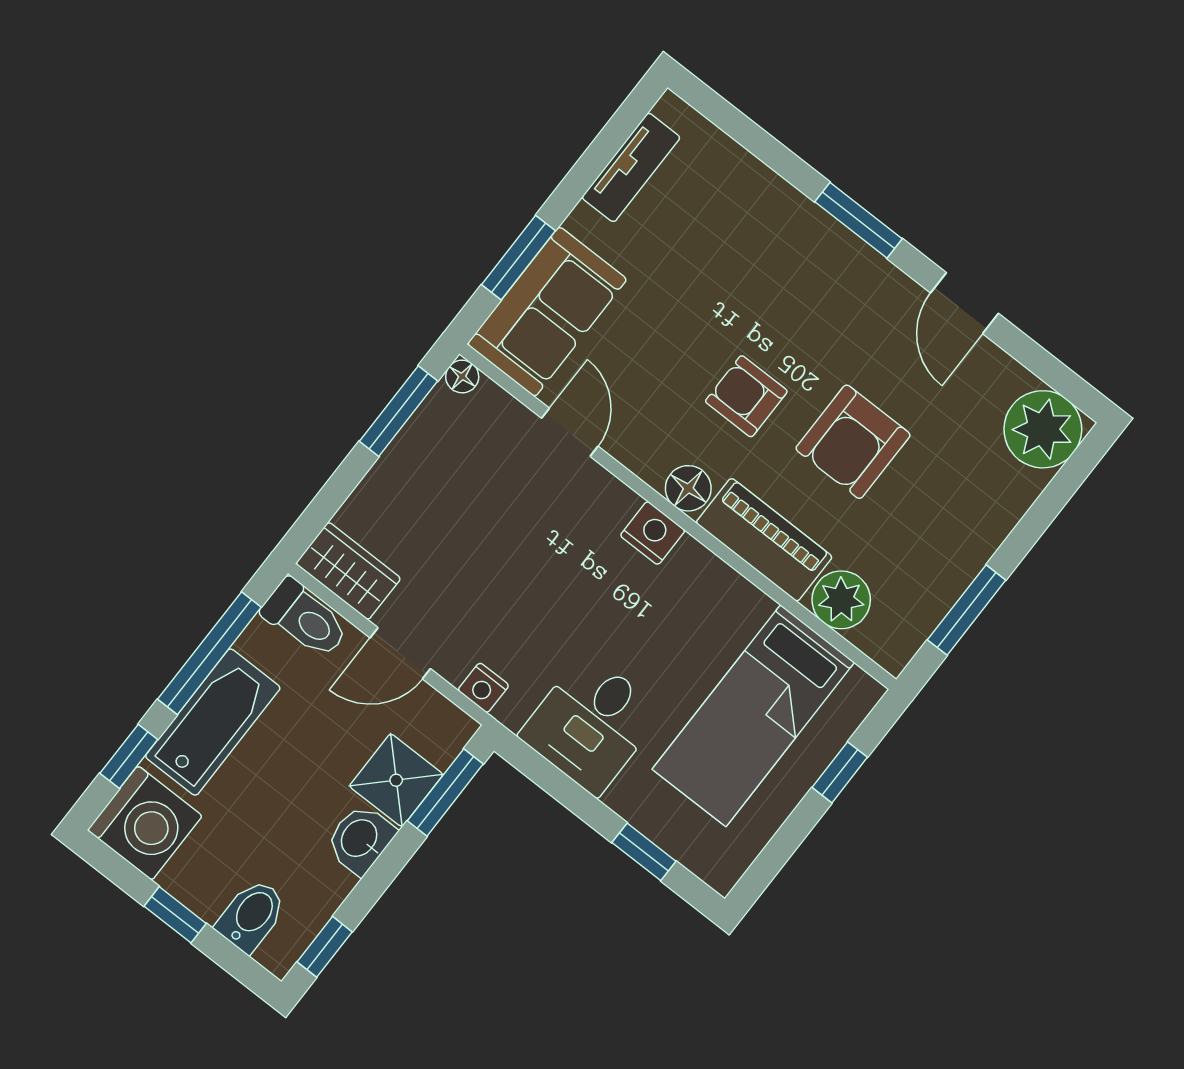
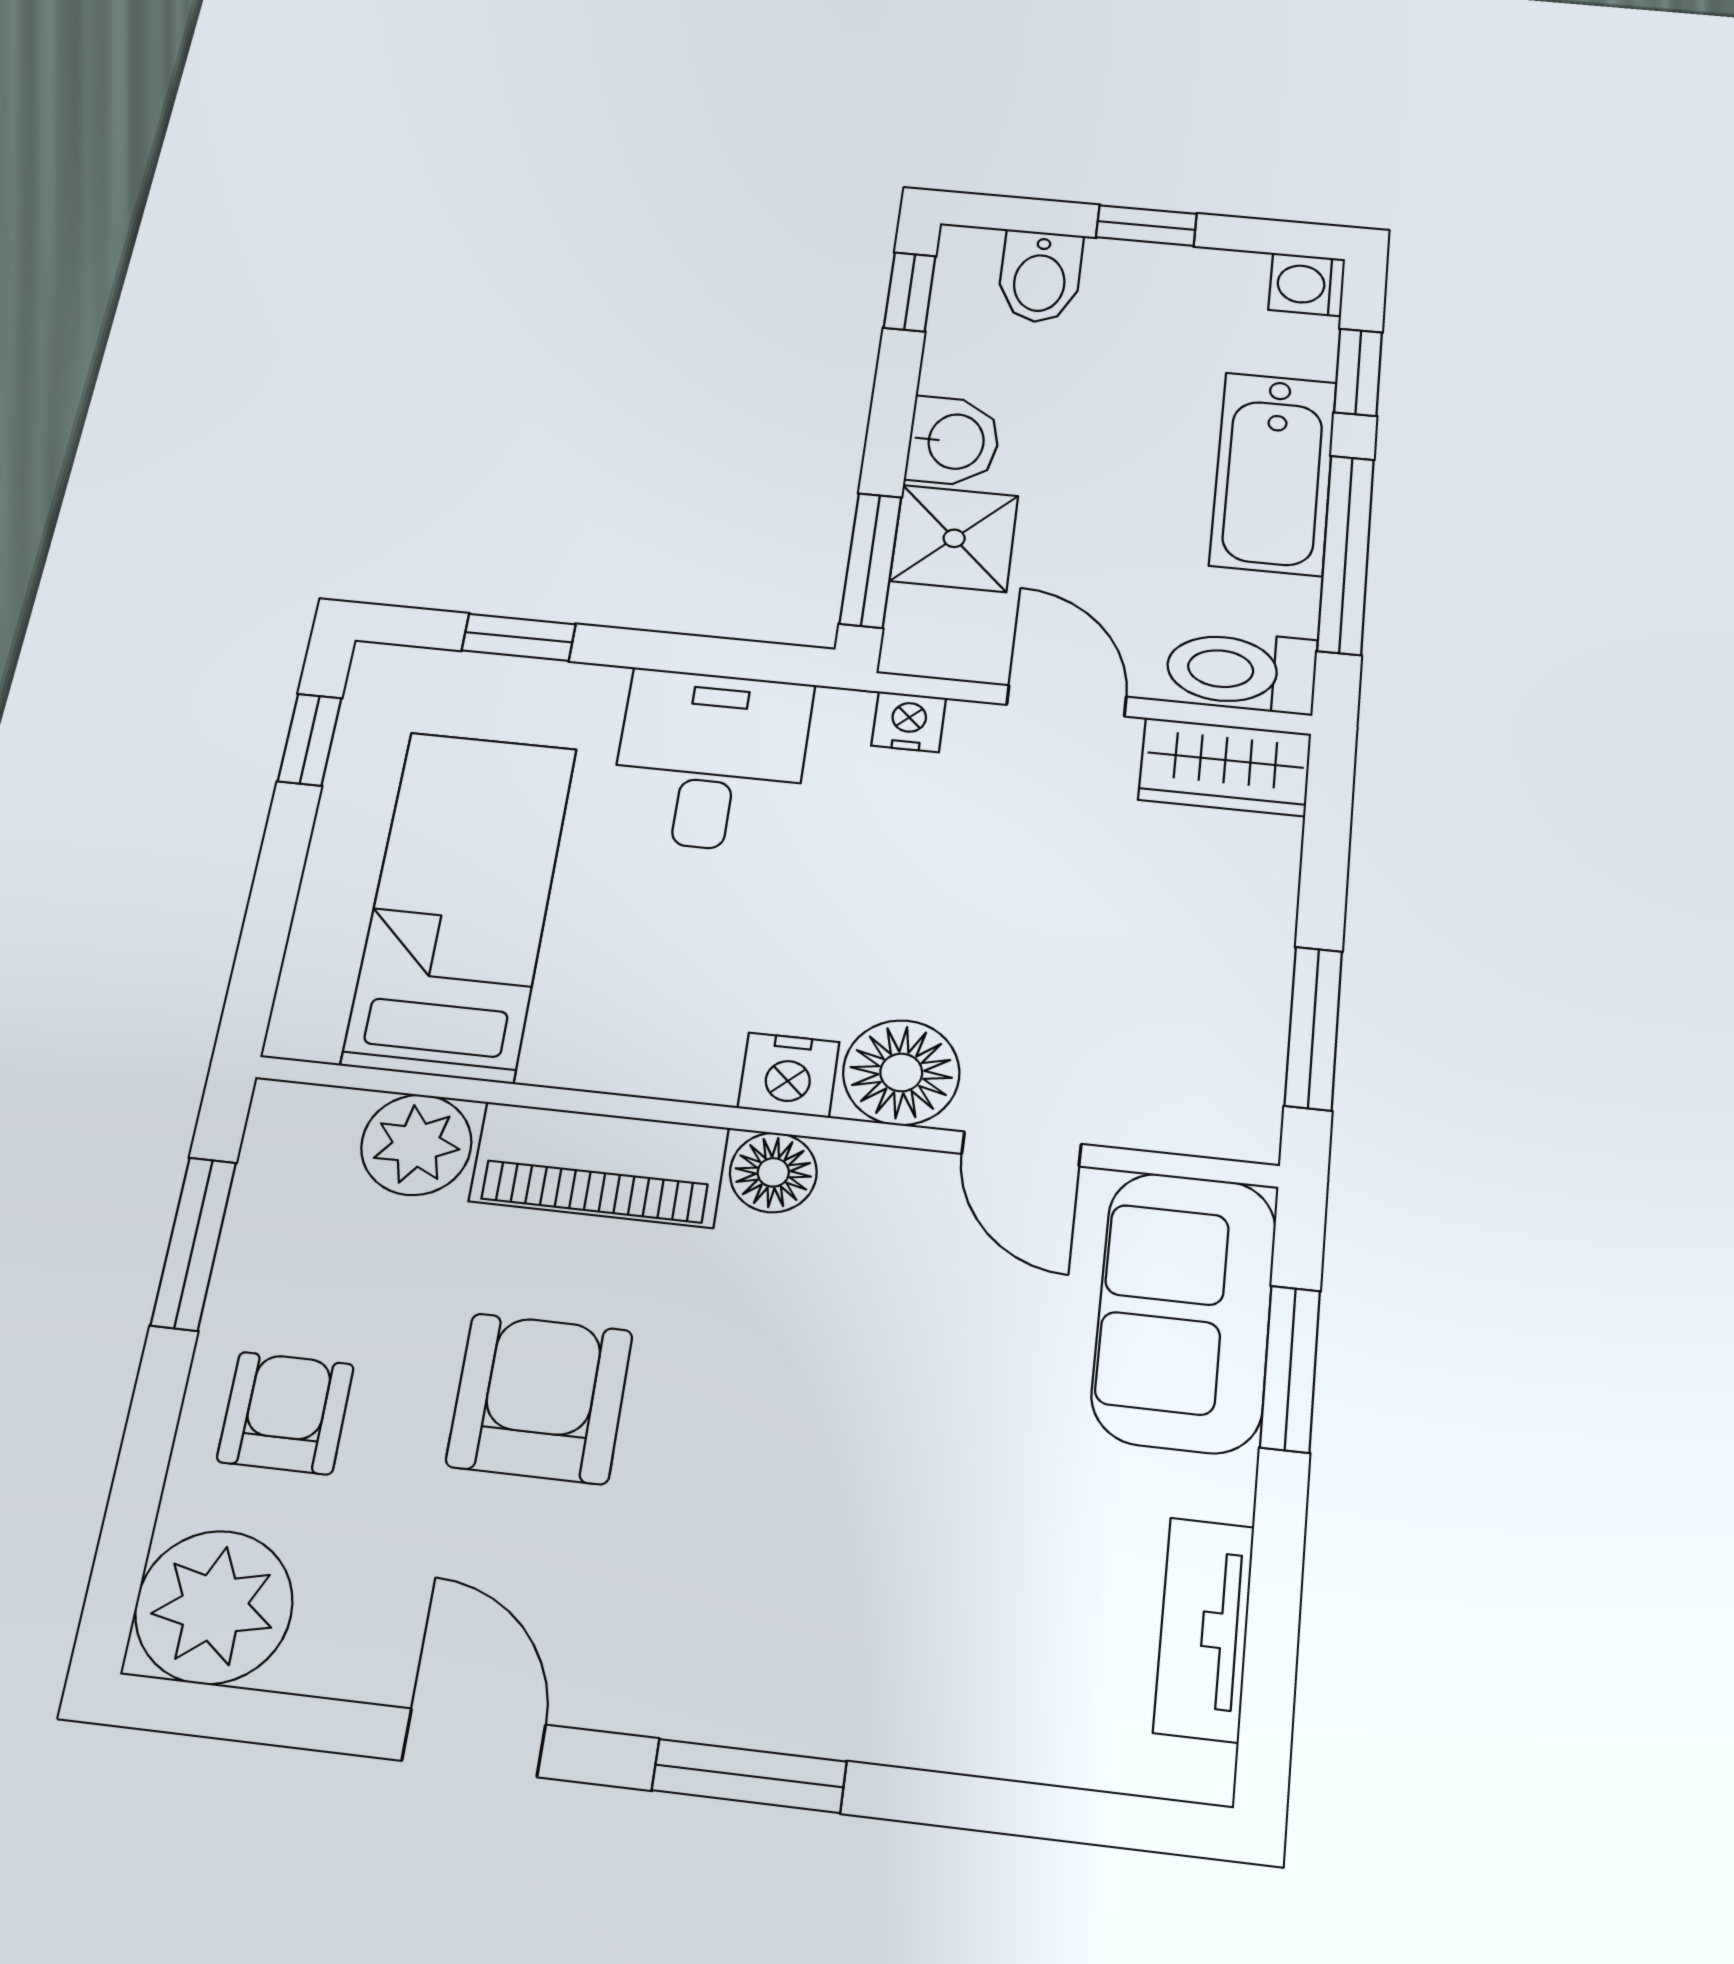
floor lamp: (462, 377) -> (901, 1072), moved, width x1.89, depth x1.89
armchair: (746, 396) -> (286, 1413), moved, turned -90
door: (400, 653) -> (1066, 701), hinge flipped
window: (840, 772) -> (310, 740), moved
washing machine: (145, 823) -> (1307, 284), width x0.53, depth x0.53

